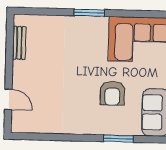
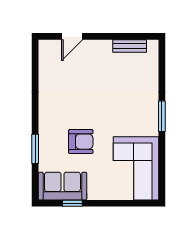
armchair: (112, 93) -> (81, 142), turned 180

